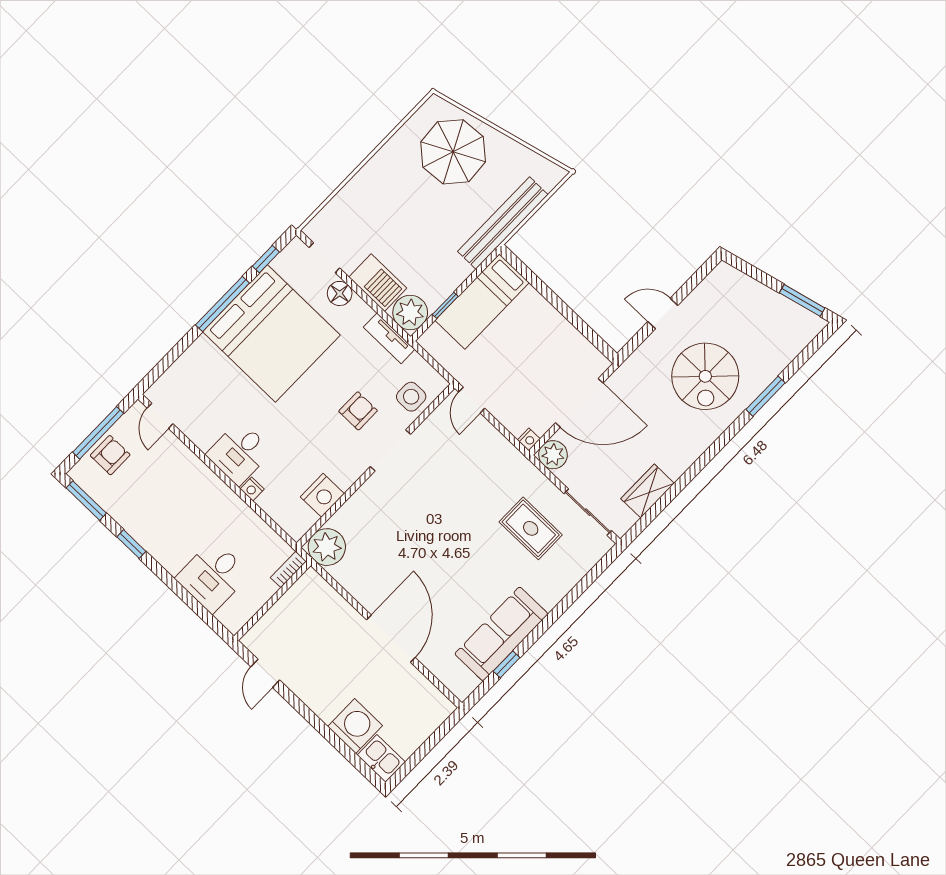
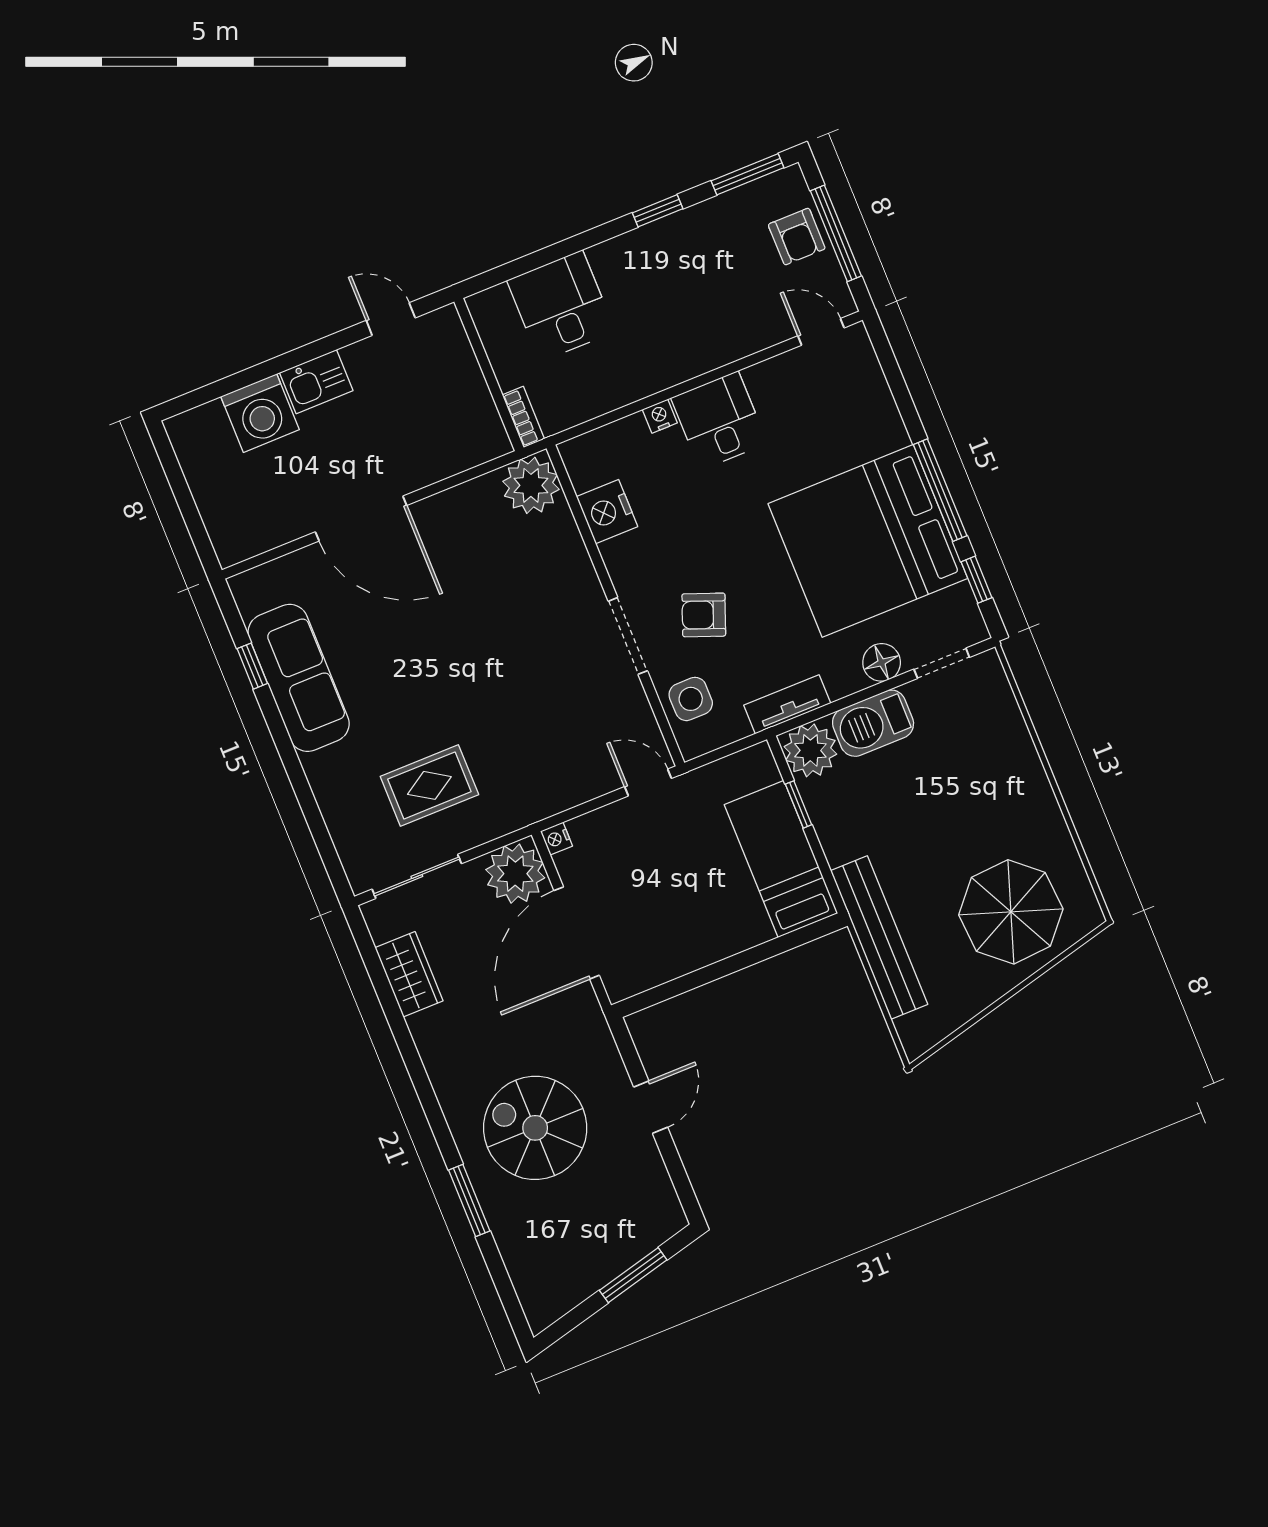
window: (802, 300) -> (633, 1275), moved
armchair: (358, 411) -> (704, 615), turned 111
plant: (553, 455) -> (515, 874), width x1.36, depth x1.36
kitchen sink: (381, 759) -> (316, 382), moved

